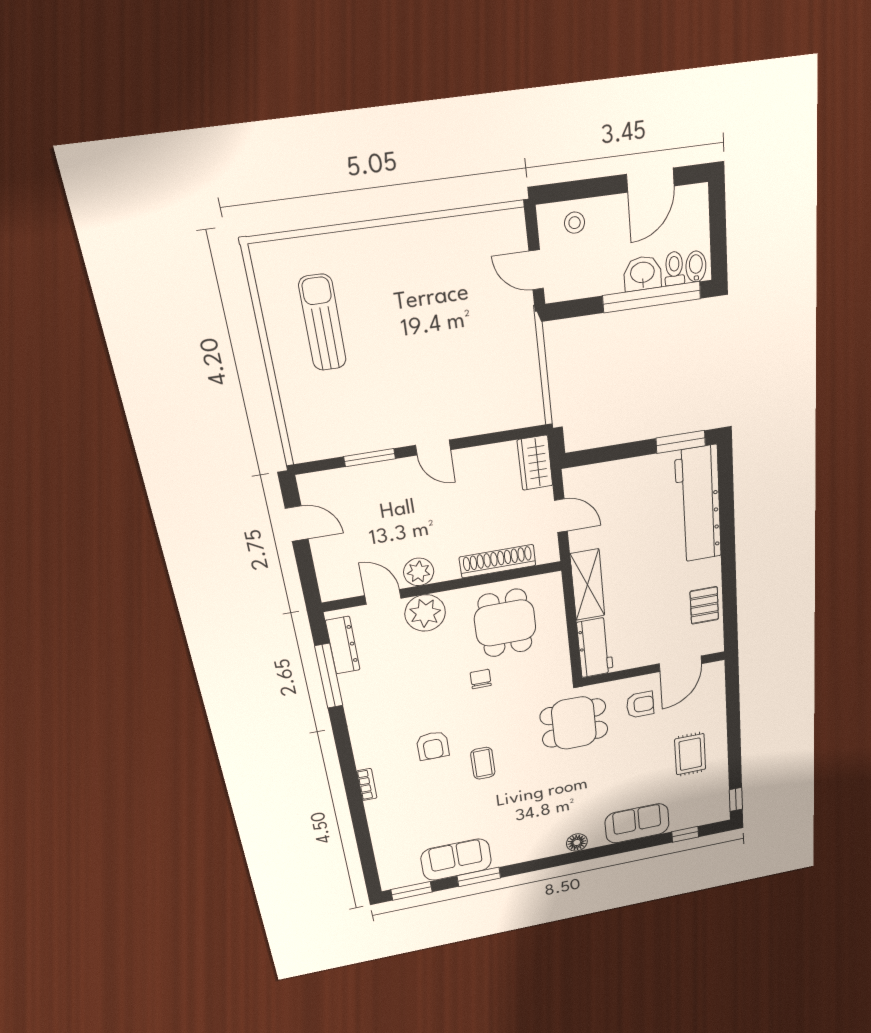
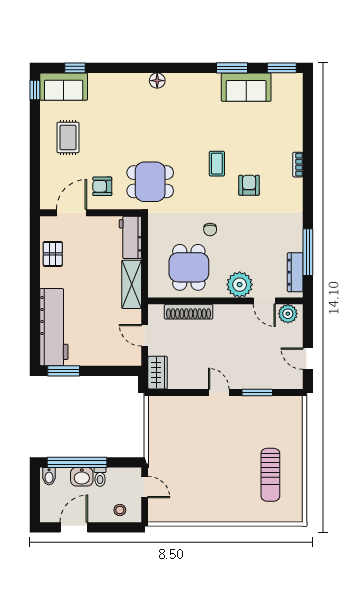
toilet: (674, 268) -> (100, 477), moved
plant: (419, 572) -> (288, 314), moved
sofa: (637, 823) -> (64, 87), moved

